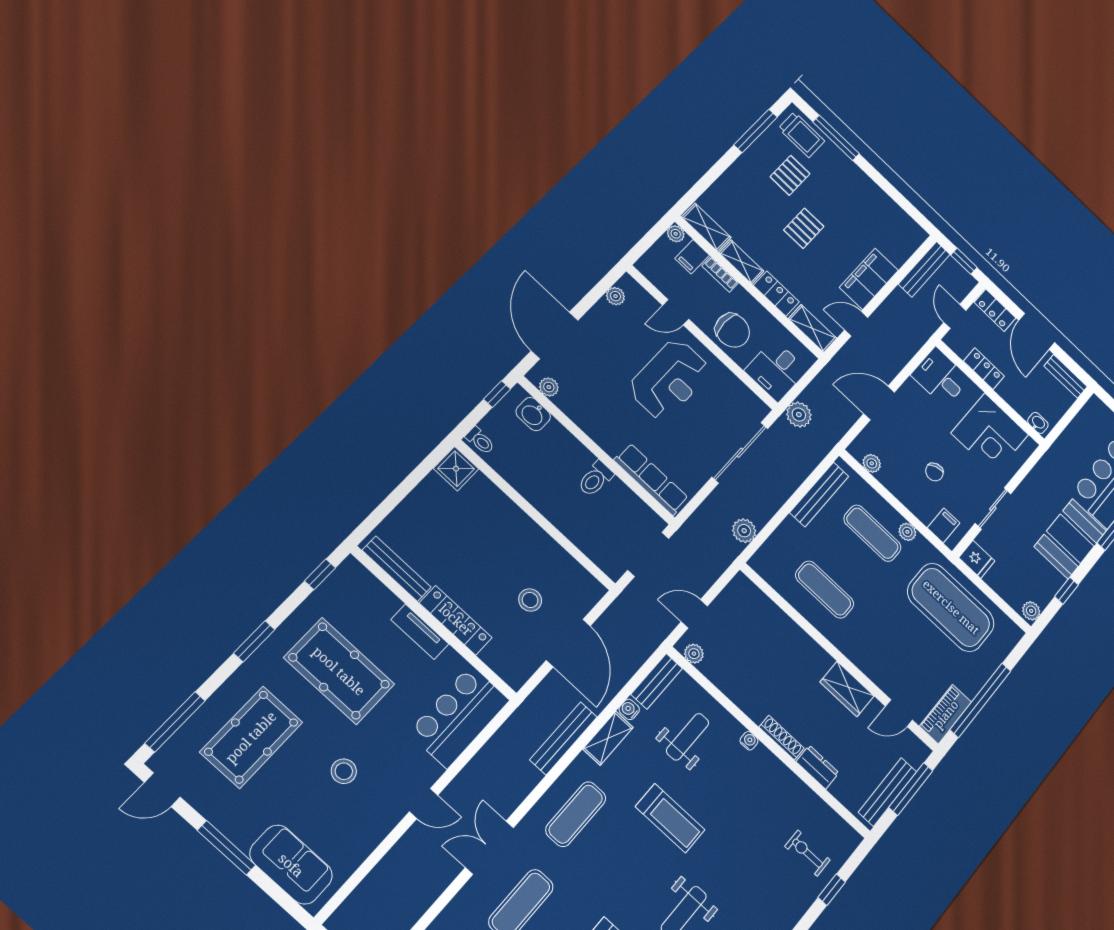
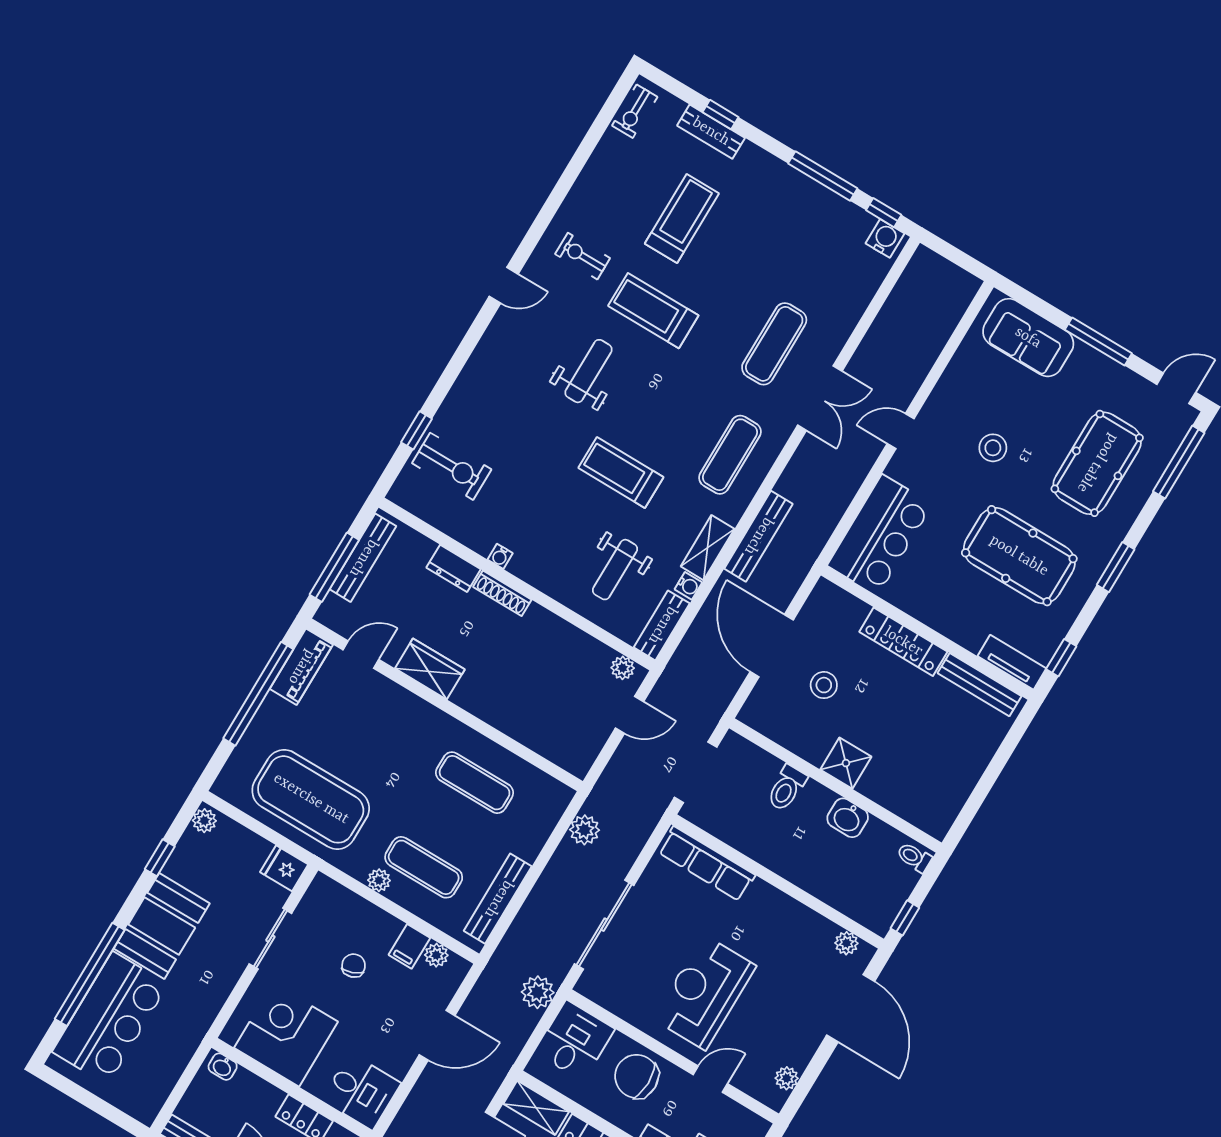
washbasin: (533, 414) -> (848, 818), moved, turned 180
shower: (456, 469) -> (846, 763), moved
toilet: (595, 479) -> (787, 788), moved, turned 180
filing cabinet: (944, 525) -> (409, 946), moved
tv unit: (420, 632) -> (1012, 662), moved
water cooler: (749, 741) -> (500, 556), moved
exercise bike: (808, 853) -> (452, 466), width x1.38, depth x1.39

